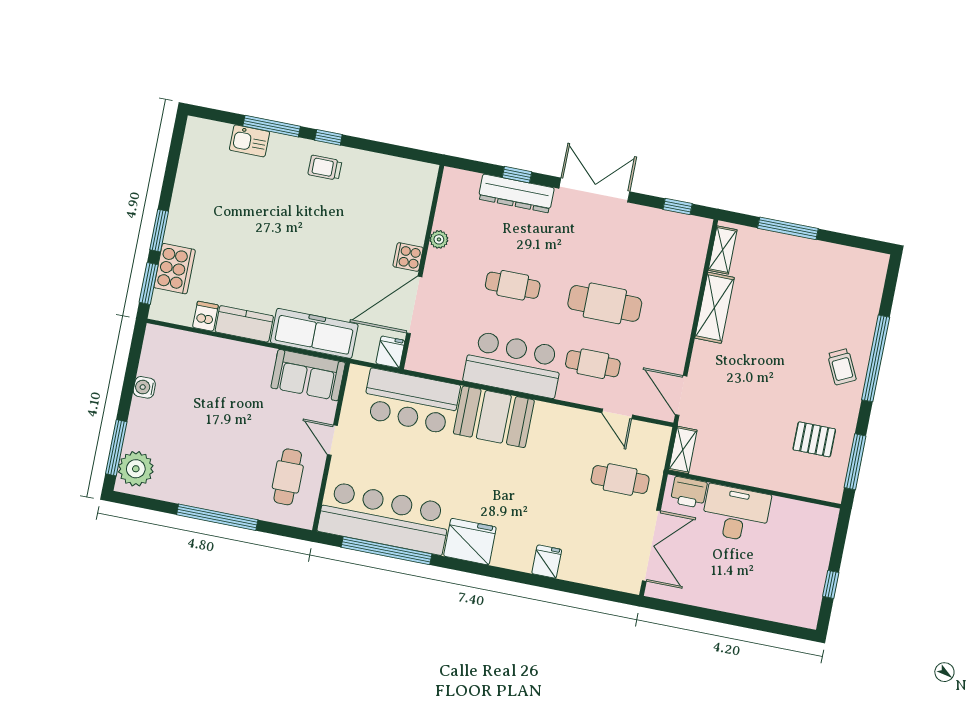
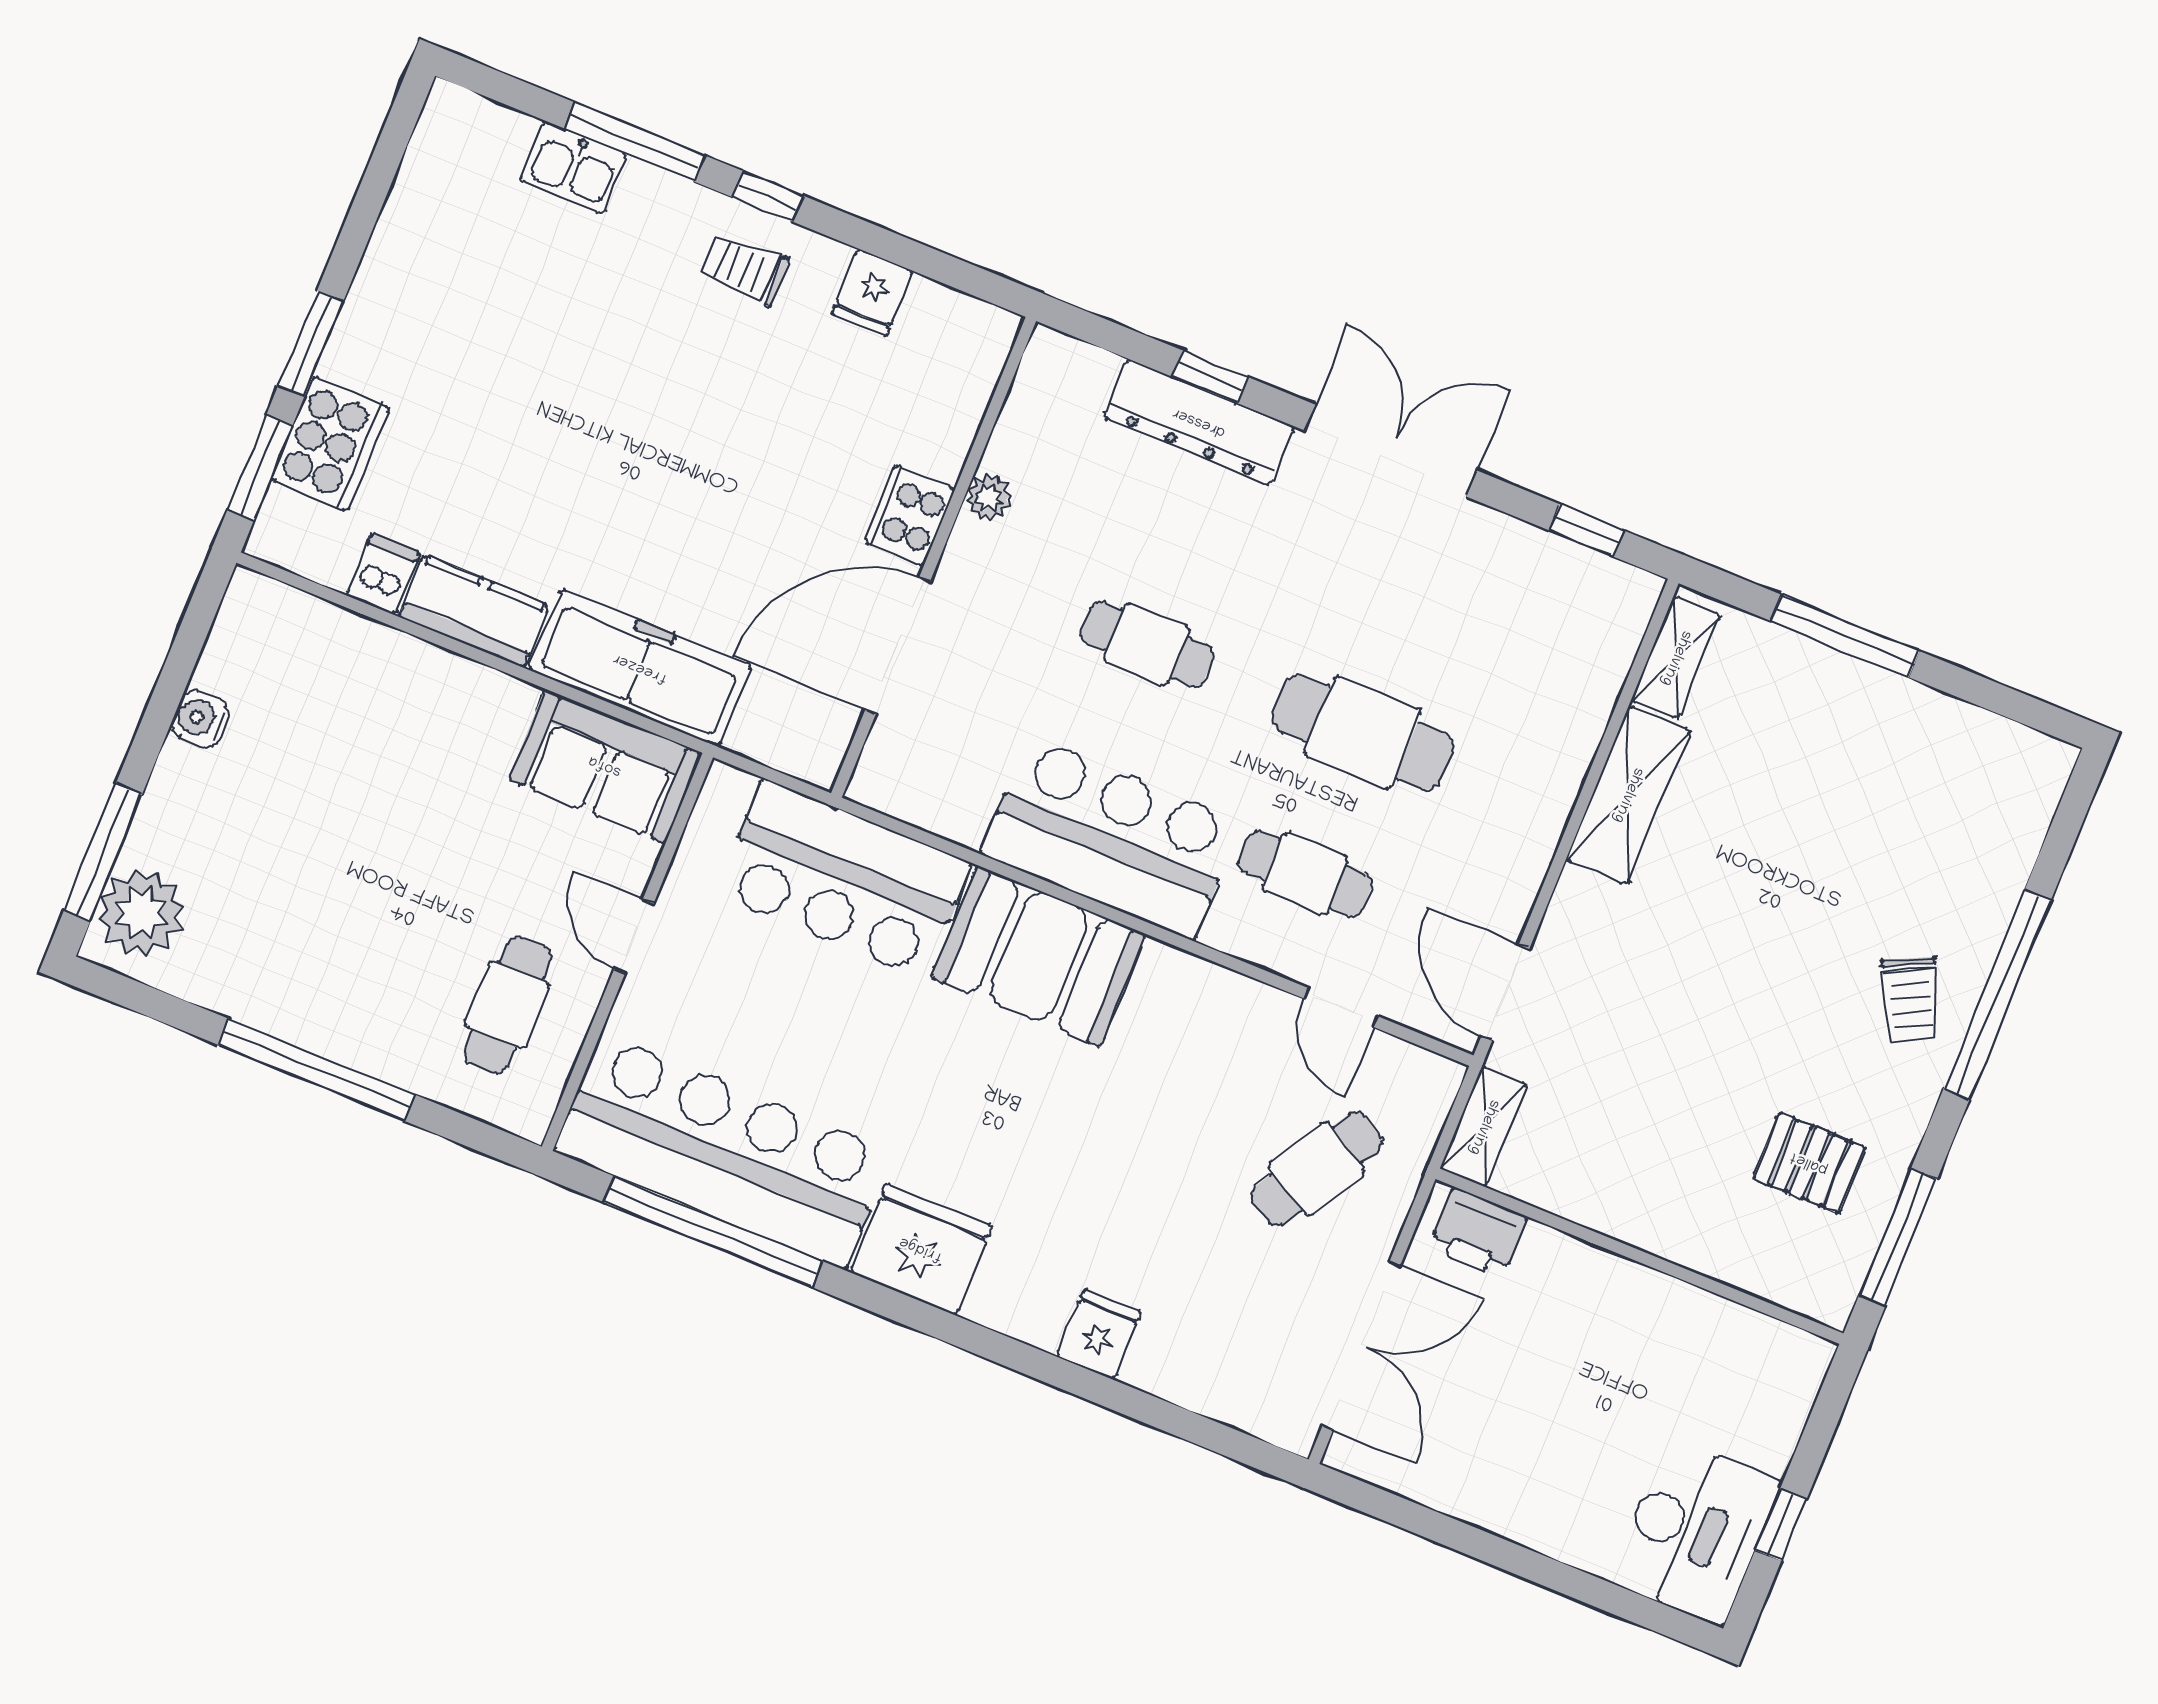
cooker: (408, 257) -> (909, 515), width x1.36
fridge: (390, 352) -> (872, 293), moved, turned 180
cafe table: (620, 479) -> (1317, 1169), turned -60
desk: (736, 513) -> (1695, 1531), moved, turned 90

